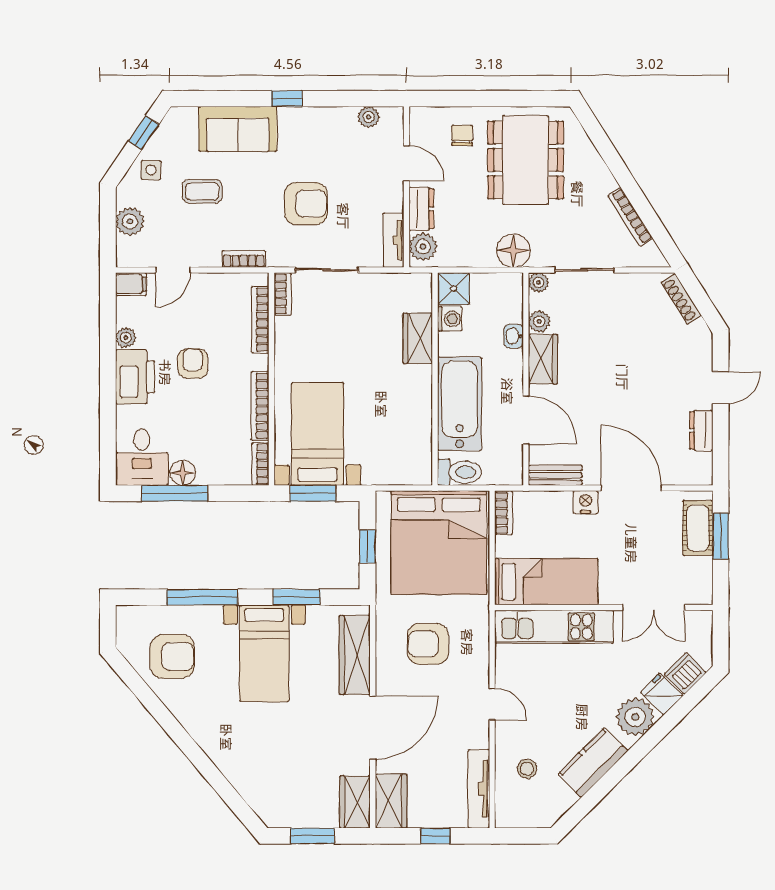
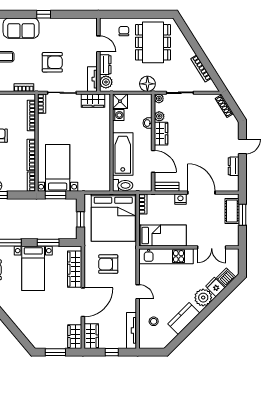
plant: (369, 117) -> (81, 23), removed
wardrobe: (418, 338) -> (93, 101), moved, turned -90

